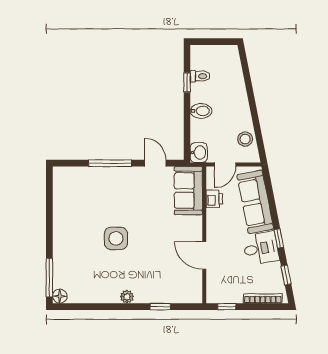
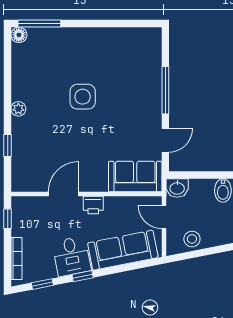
printer: (214, 199) -> (93, 205), moved

